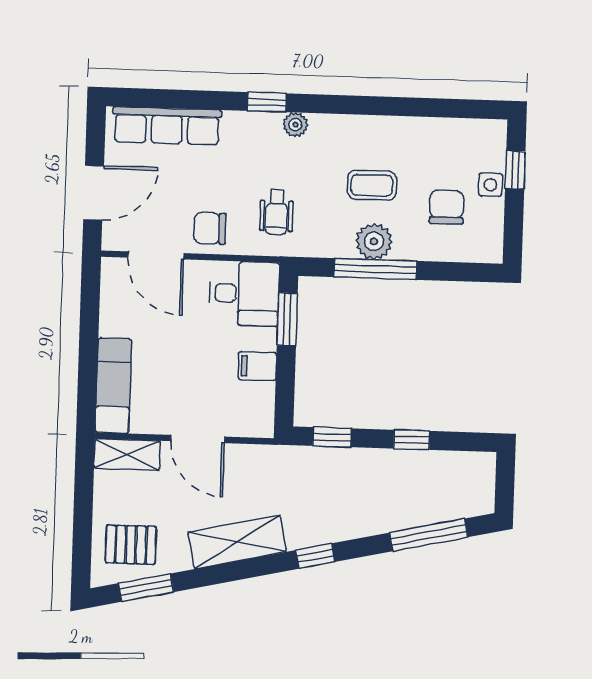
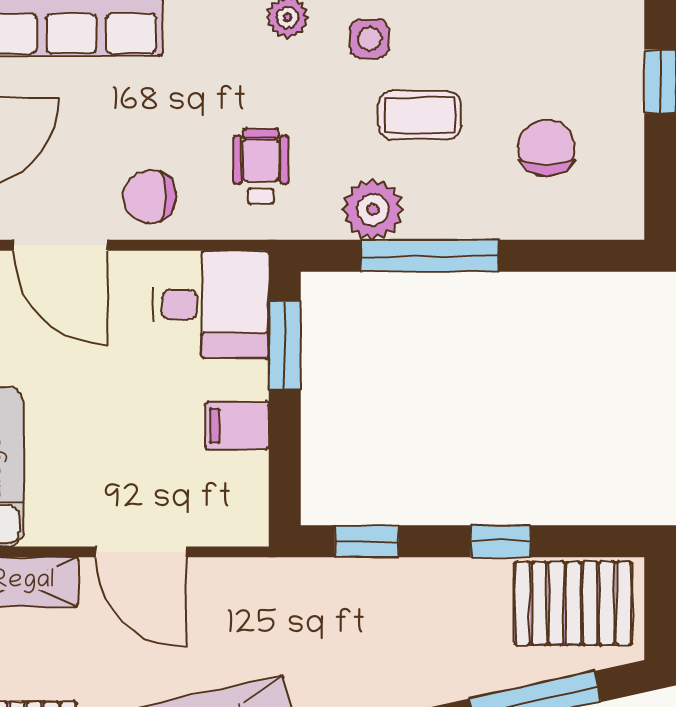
side table: (490, 185) -> (369, 39), moved
wheelchair: (277, 212) -> (261, 166), turned 180
plant: (374, 241) -> (373, 209), moved
pallet: (453, 478) -> (573, 603), added

